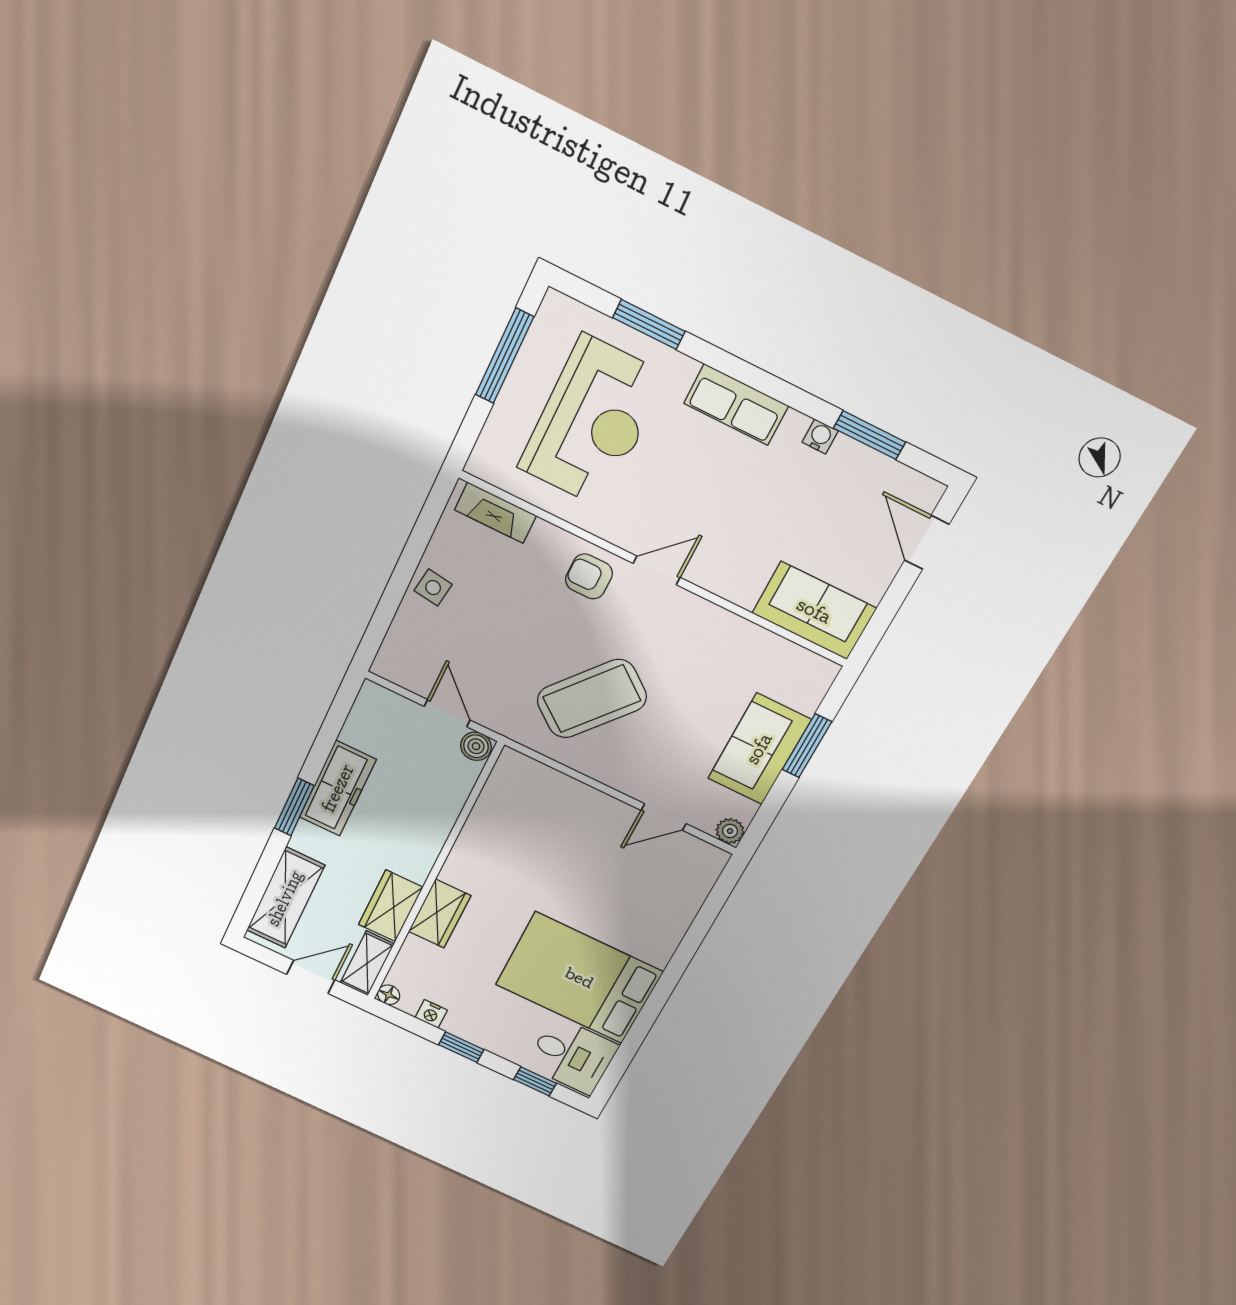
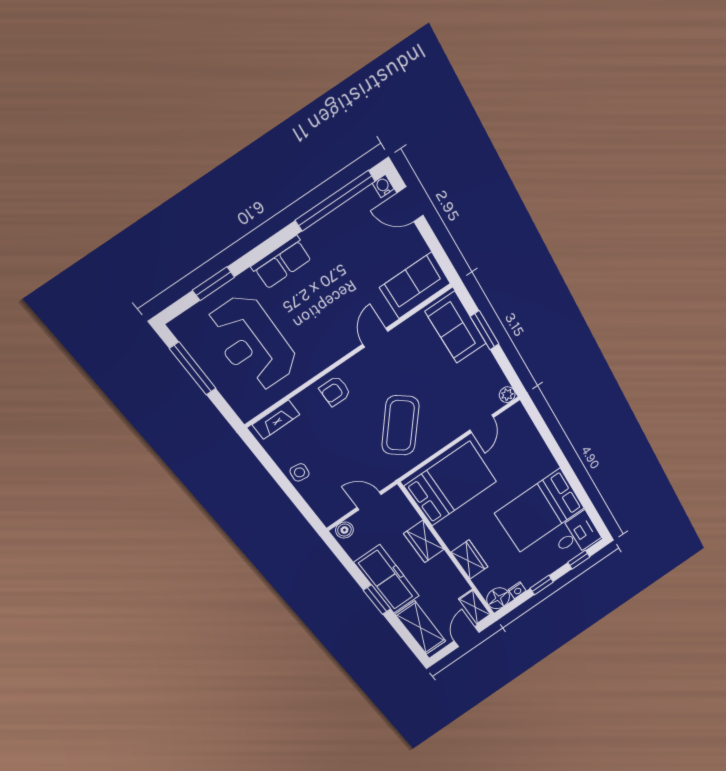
reception desk: (592, 422) -> (252, 343), turned 180
window: (870, 435) -> (335, 201), width x2.11
water cooler: (820, 437) -> (383, 186), moved
door: (657, 570) -> (375, 338), moved
boiler: (476, 746) -> (344, 530), moved
sofa: (759, 749) -> (456, 327), moved
freezer: (338, 788) -> (387, 579), width x1.36, depth x1.26
bed: (544, 821) -> (451, 484), added
wardrobe: (391, 906) -> (424, 541), moved
floor lamp: (389, 995) -> (498, 598), width x1.89, depth x1.89

